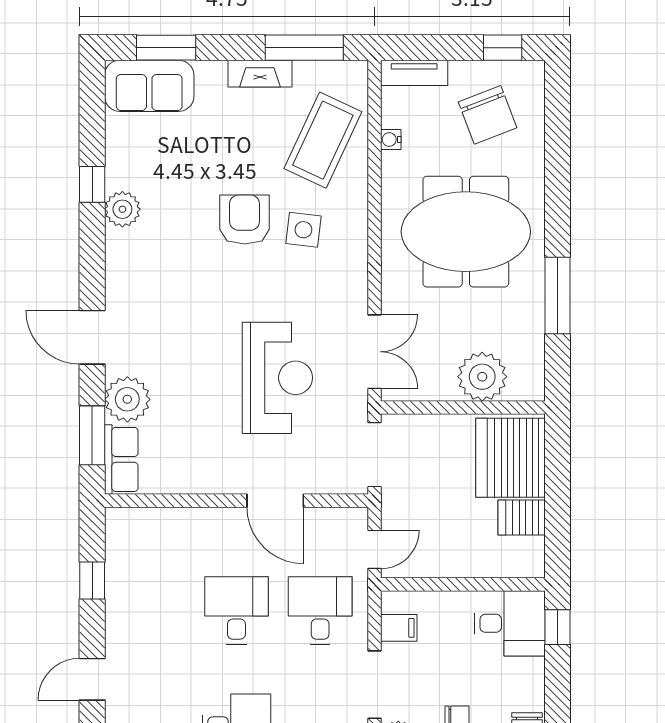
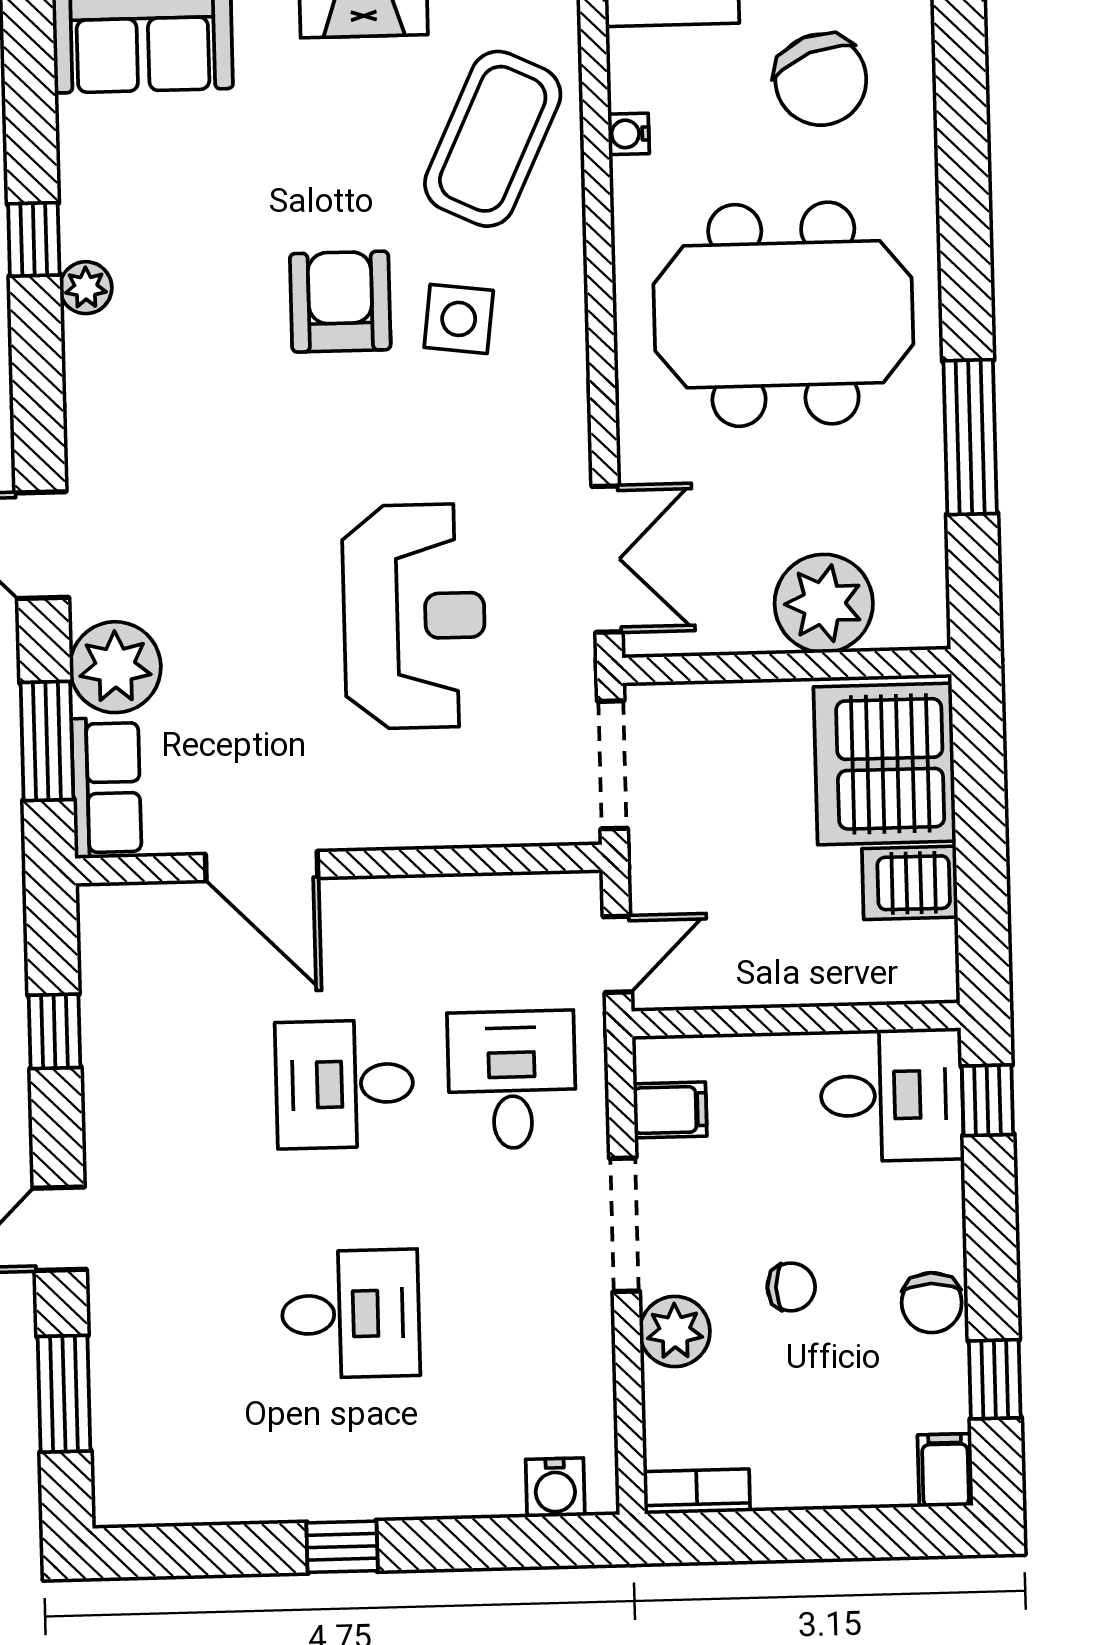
plant: (122, 209) -> (86, 288), width x0.73, depth x0.73
door: (275, 501) -> (262, 866), moved
desk: (236, 611) -> (345, 1084), turned -90

